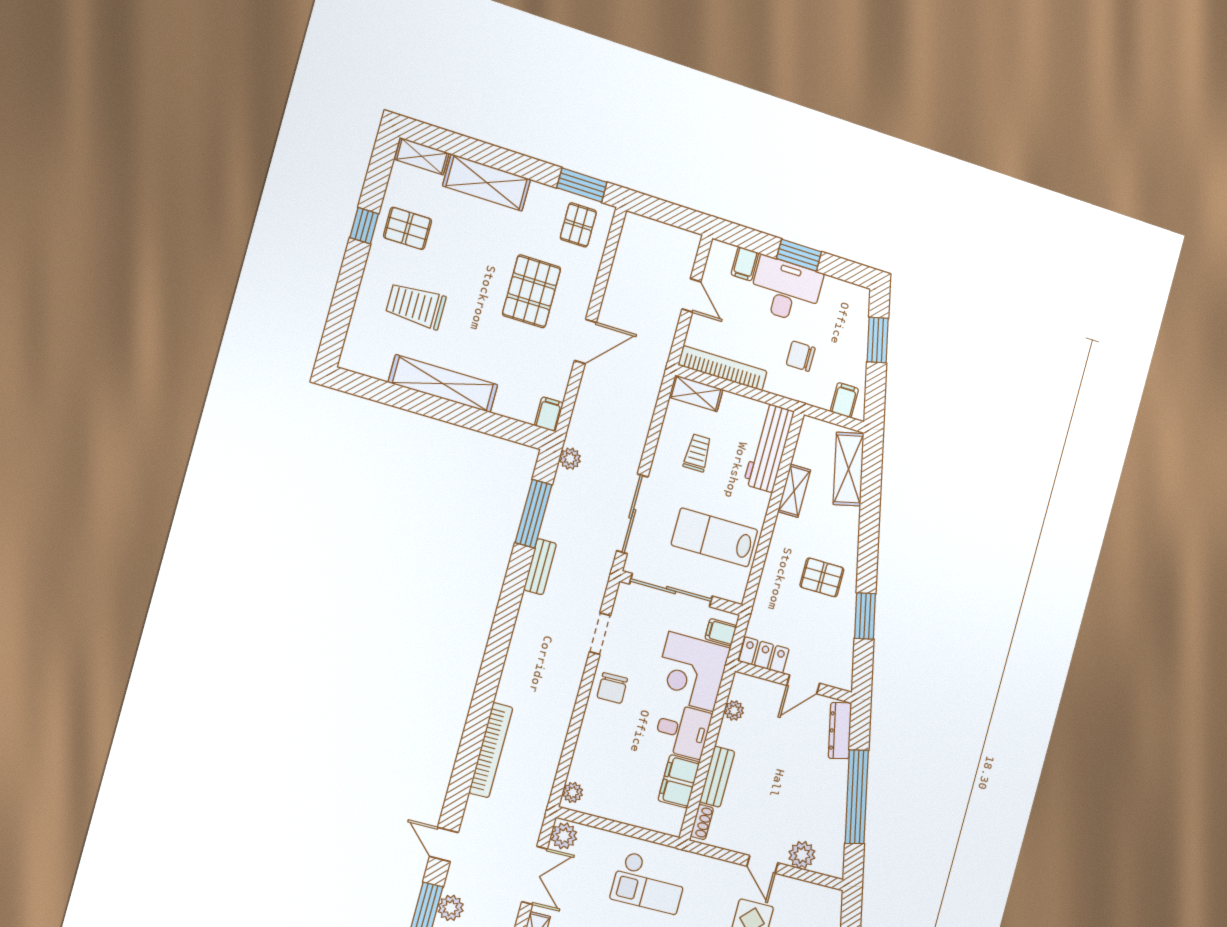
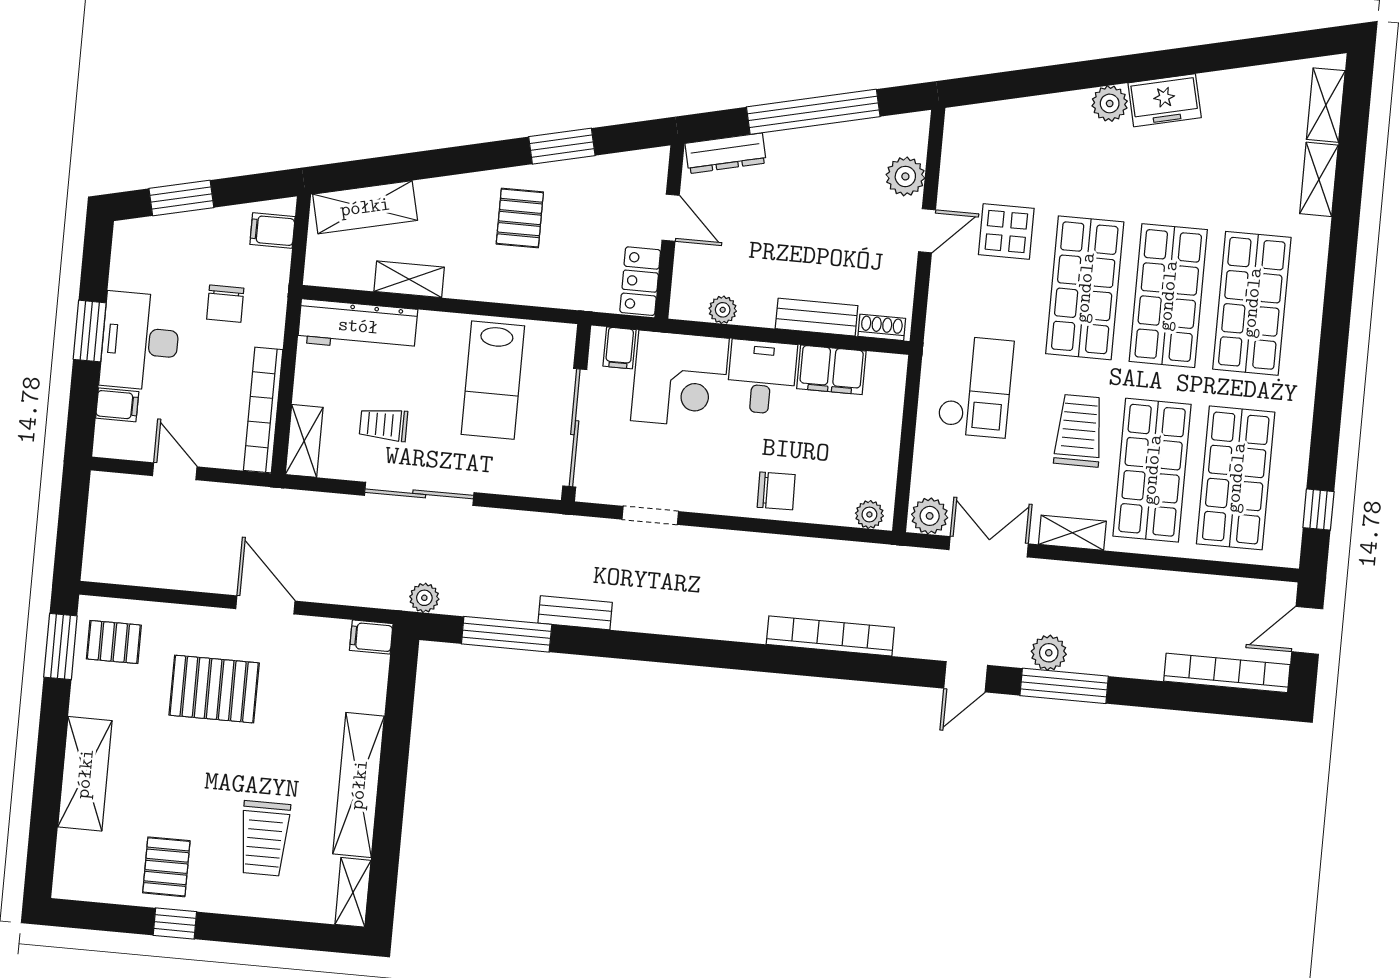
shelving: (422, 156) -> (353, 892), moved
door: (691, 295) -> (175, 471), hinge flipped
sliding door: (632, 514) -> (419, 494), moved
chair: (612, 688) -> (776, 491), moved

